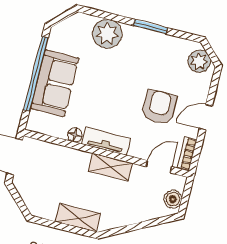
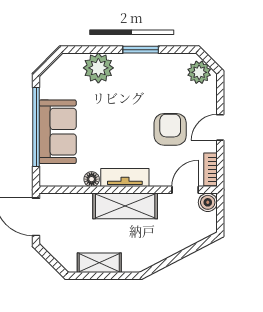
shelving: (110, 167) -> (125, 206), width x1.50, depth x1.33
boiler: (173, 199) -> (208, 202), moved
shelving: (78, 218) -> (99, 263), moved

